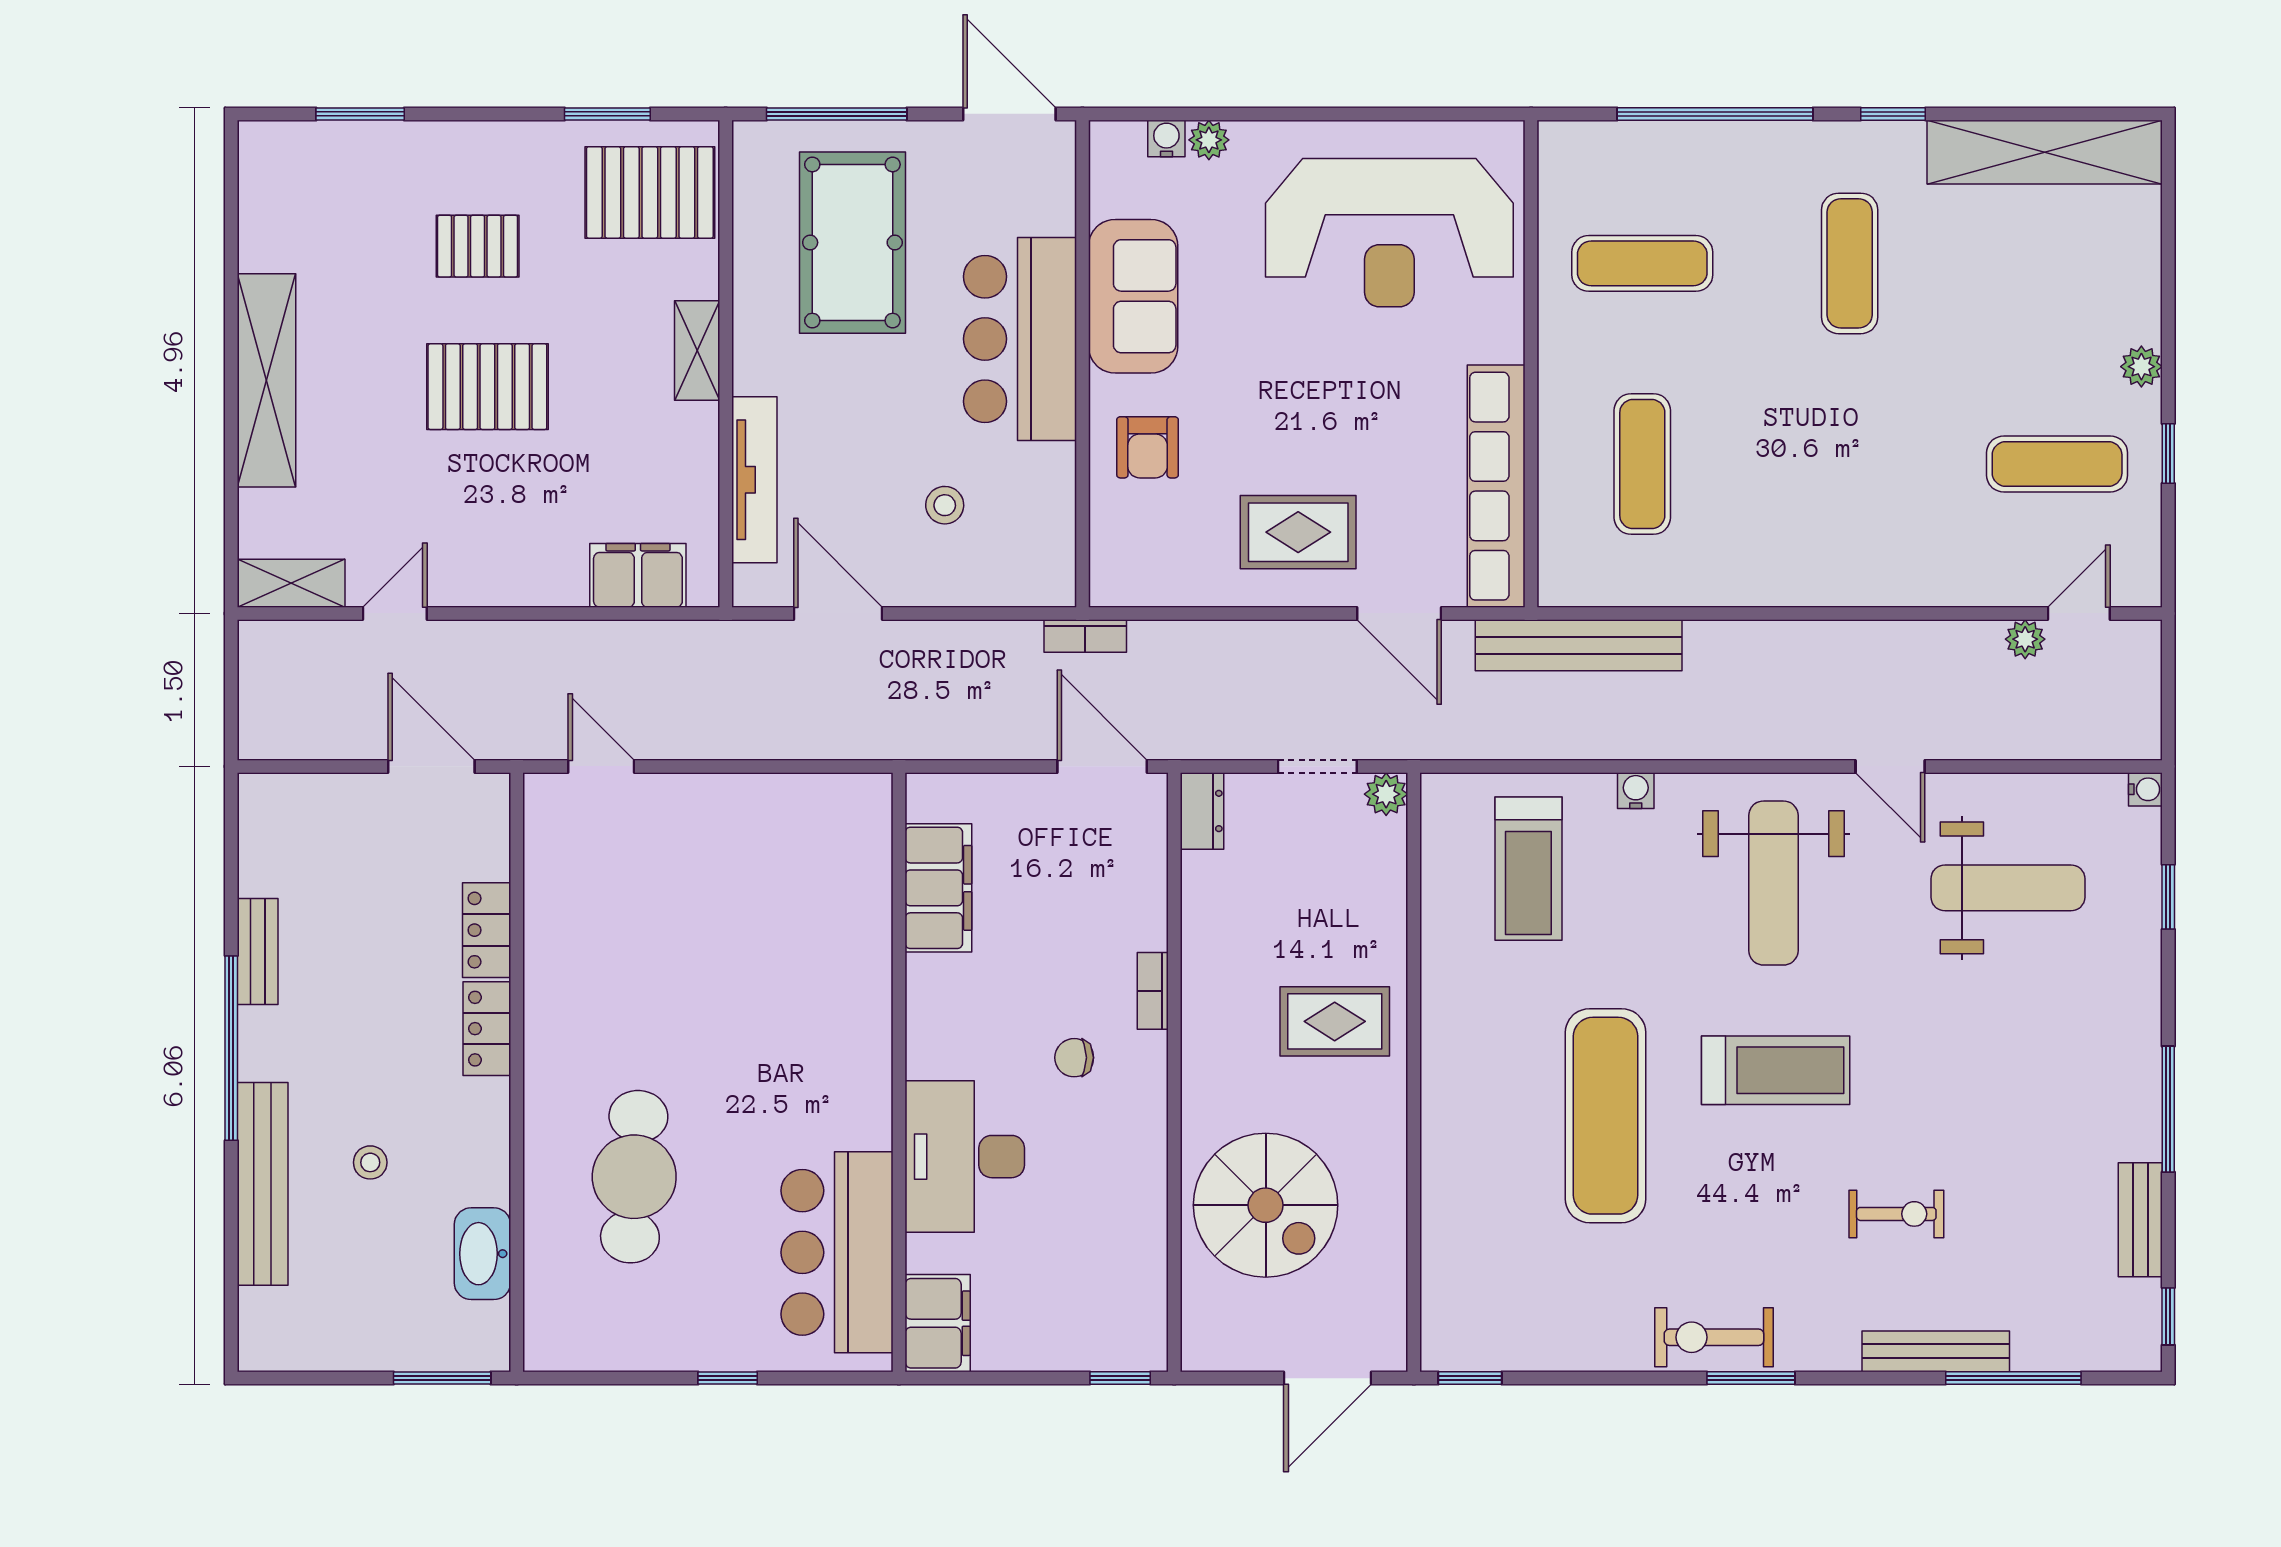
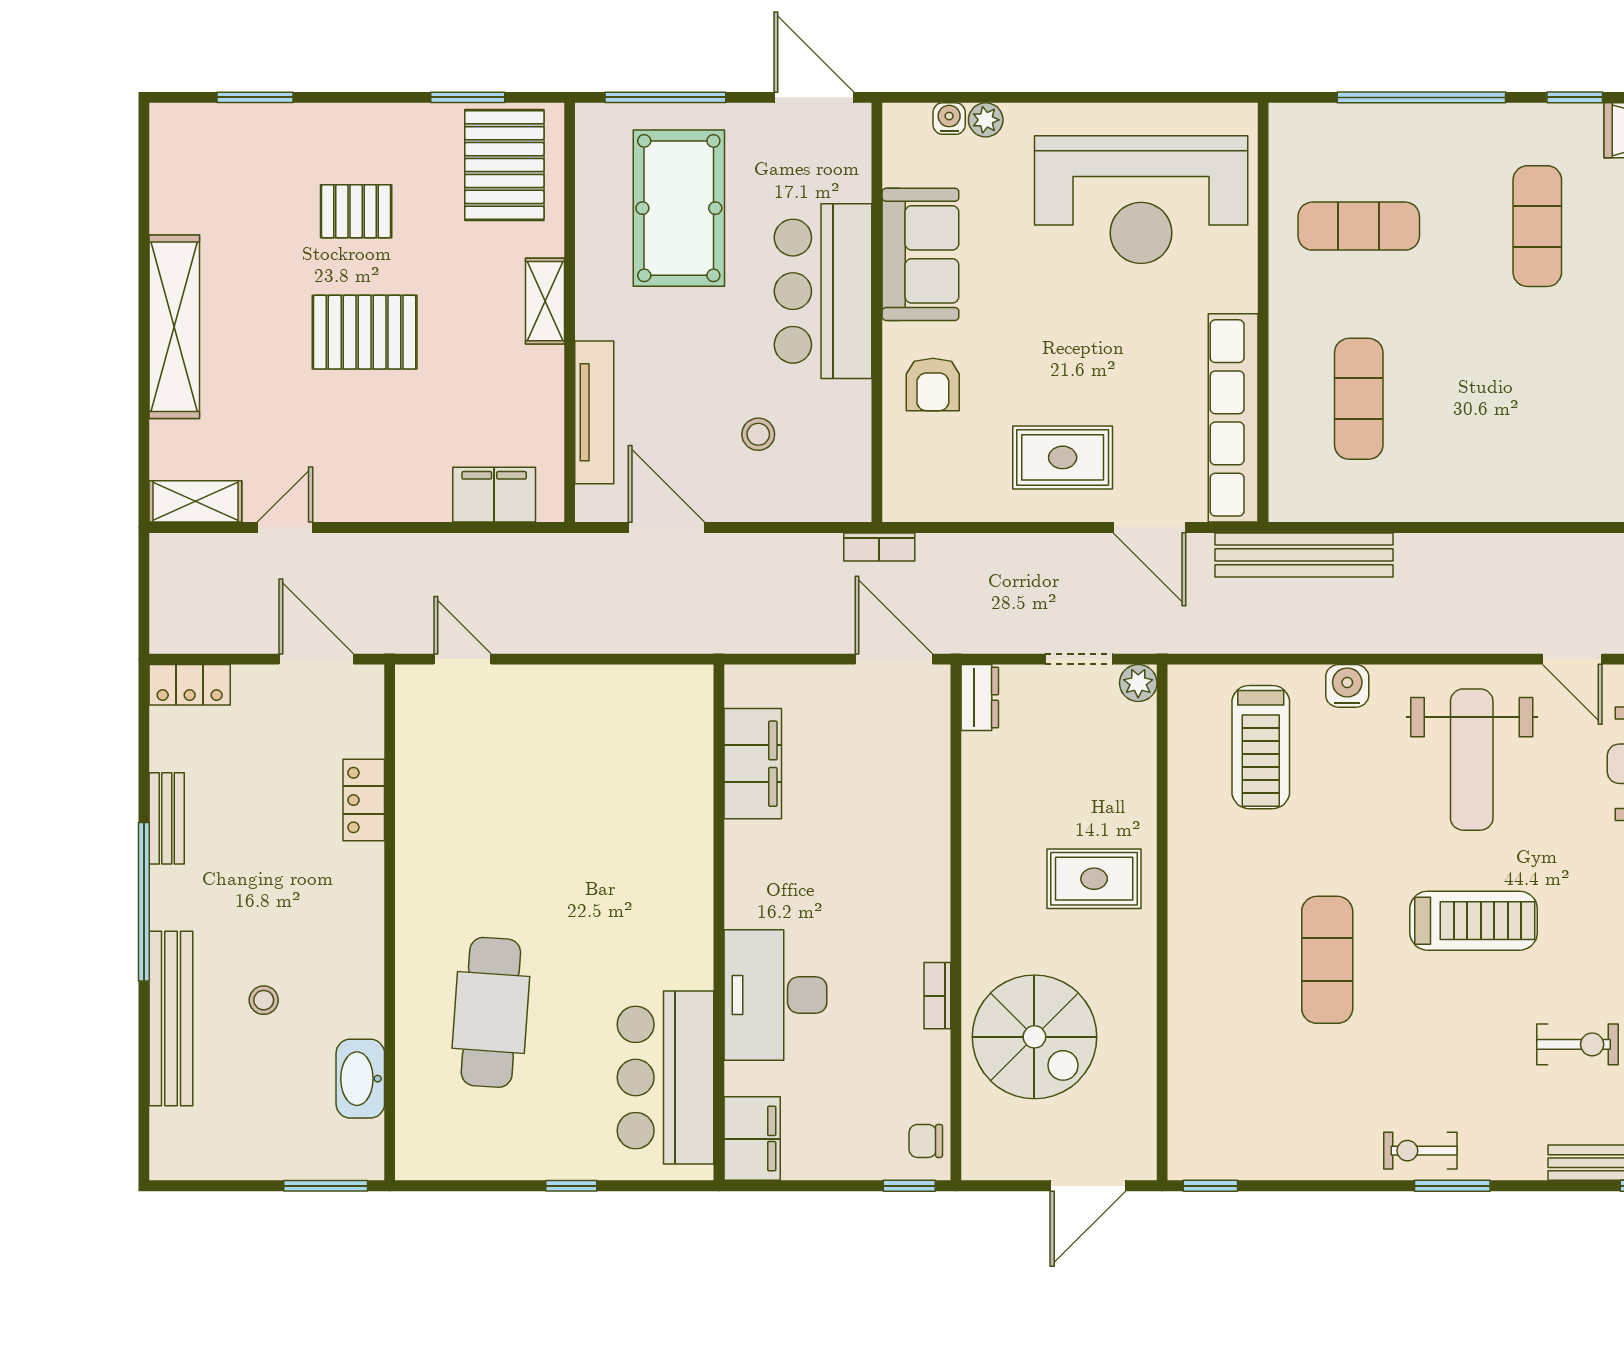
pallet: (650, 192) -> (504, 165), turned 90
water cooler: (1636, 791) -> (1347, 686), width x1.38, depth x1.38
bookcase: (1153, 991) -> (937, 996), moved
locker: (487, 1029) -> (190, 685), moved, turned -90
chair: (1074, 1058) -> (926, 1141), moved
exercise mat: (1606, 1116) -> (1327, 960), width x0.73, depth x0.69
exercise bike: (1714, 1337) -> (1420, 1151), width x0.73, depth x0.72

